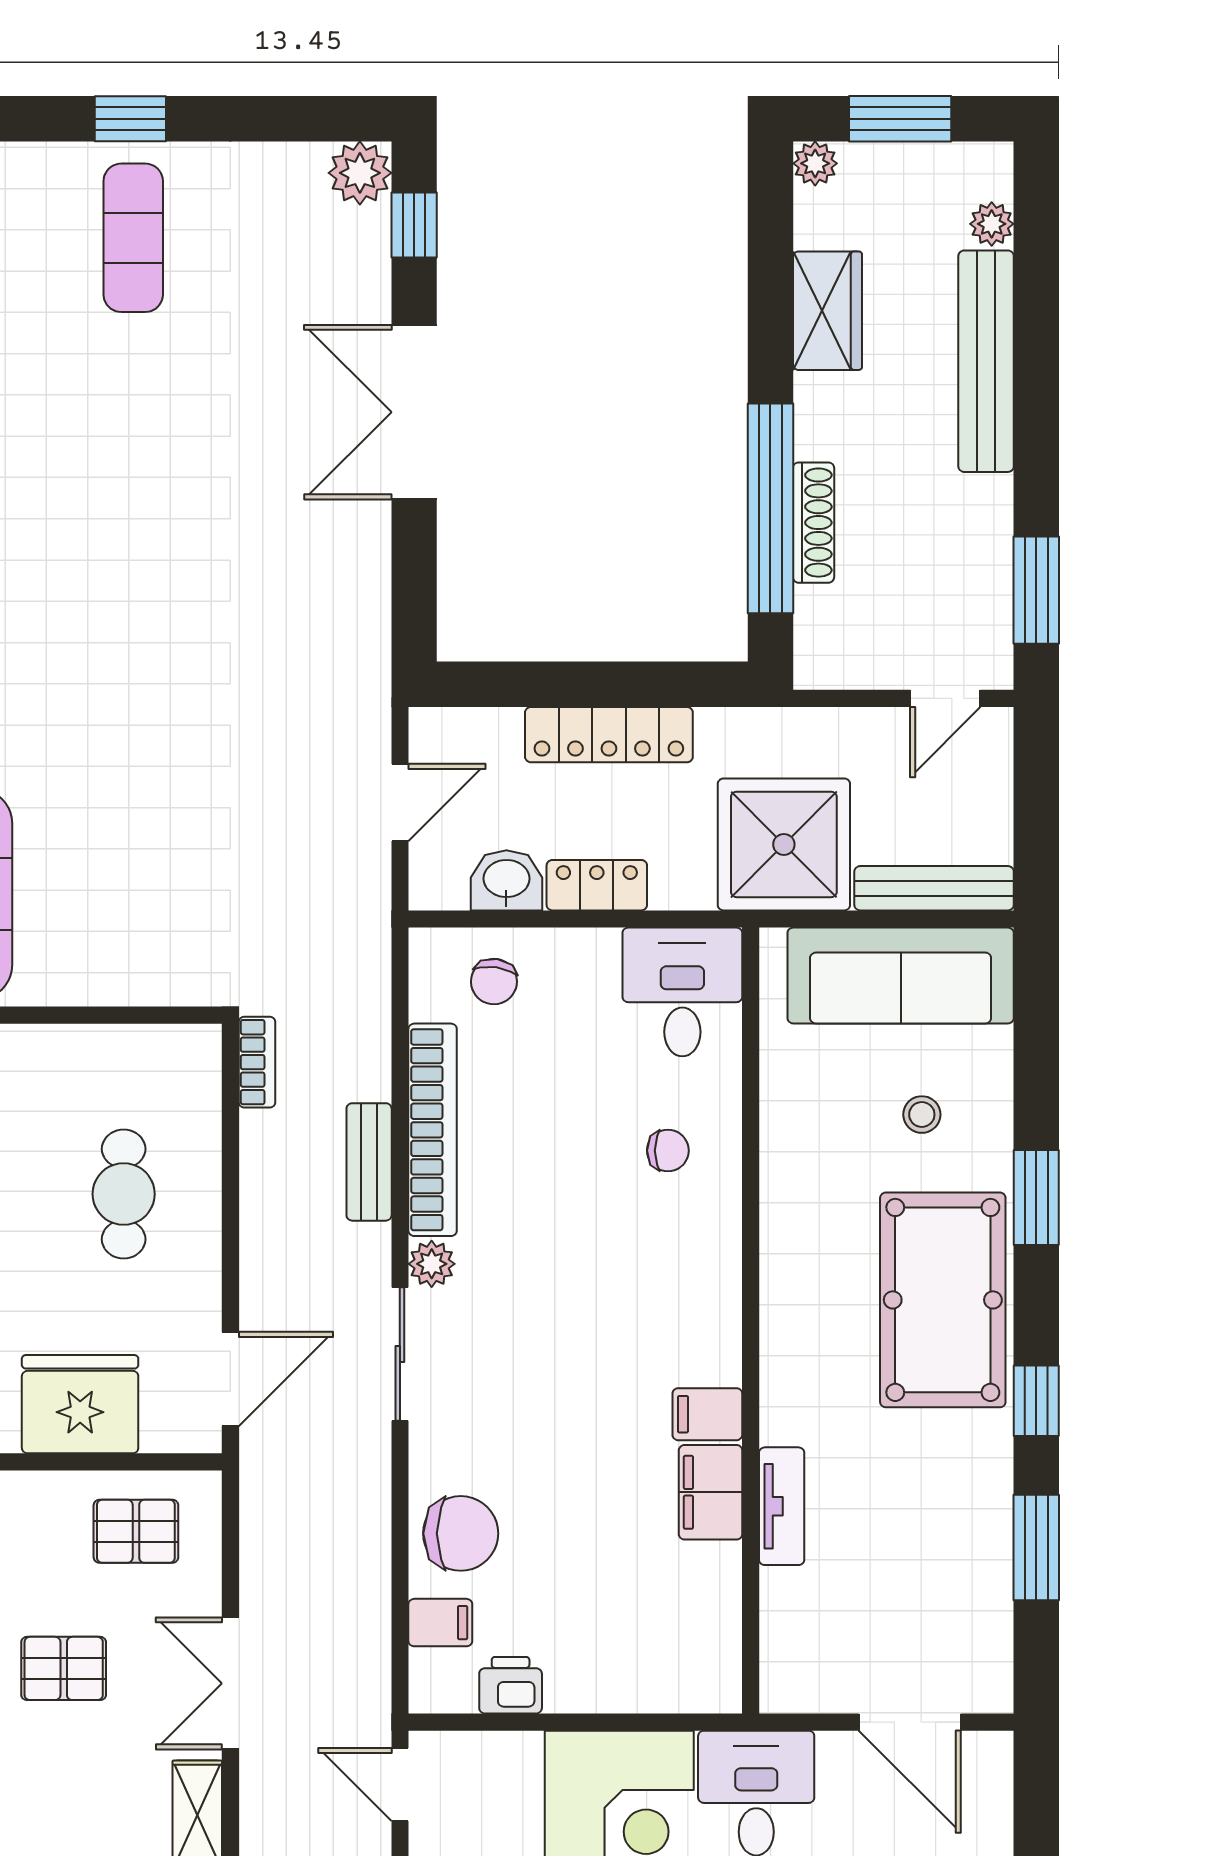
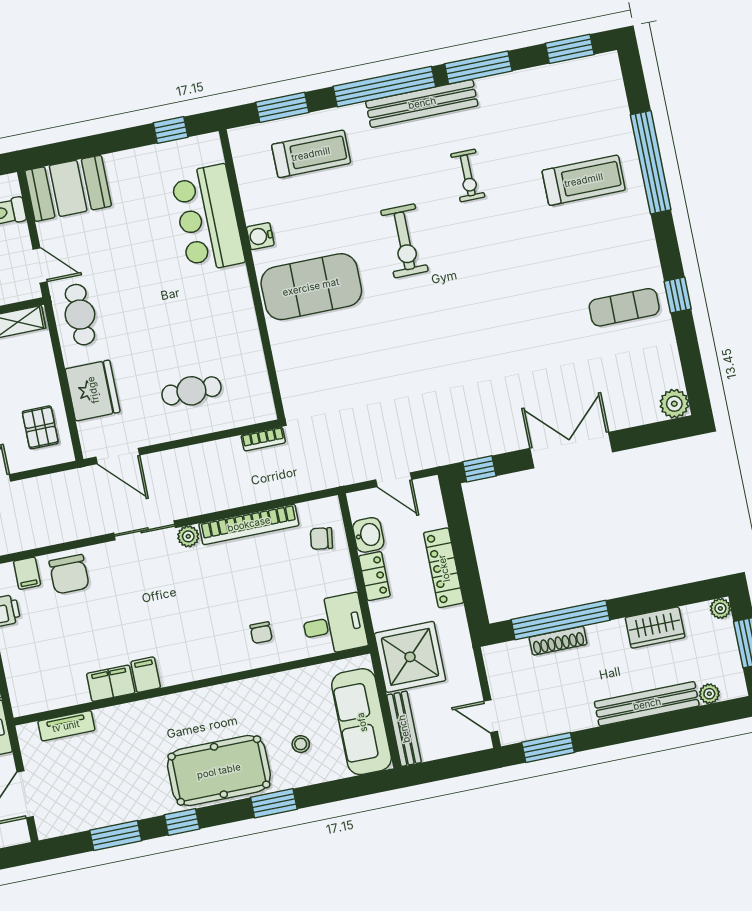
window: (414, 225) -> (479, 469), moved
bench: (369, 1162) -> (229, 499), removed
tv unit: (782, 1506) -> (66, 726), moved

